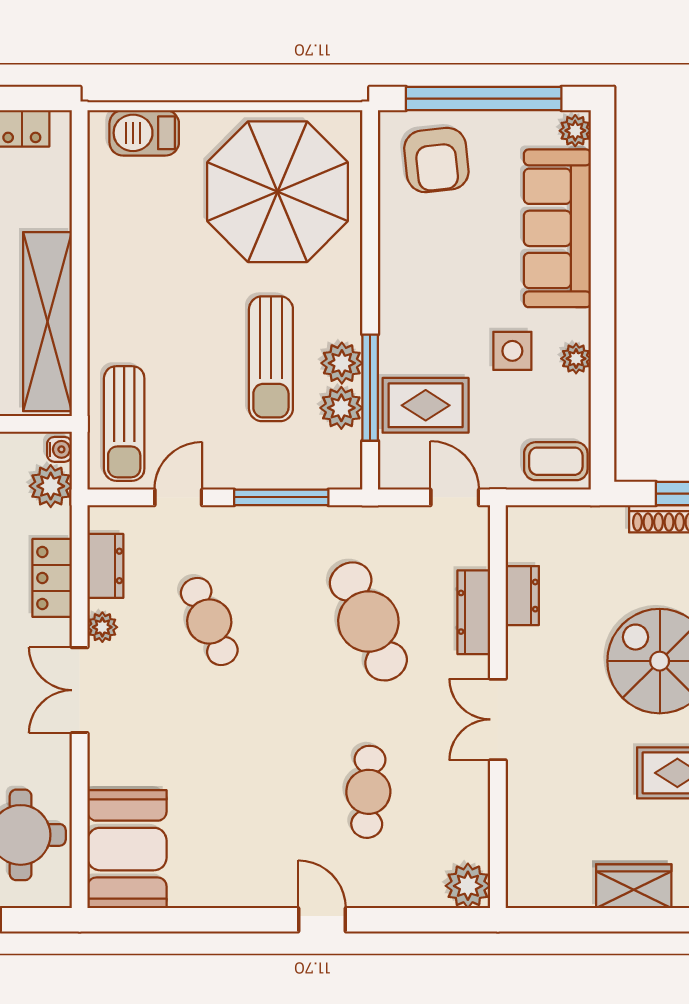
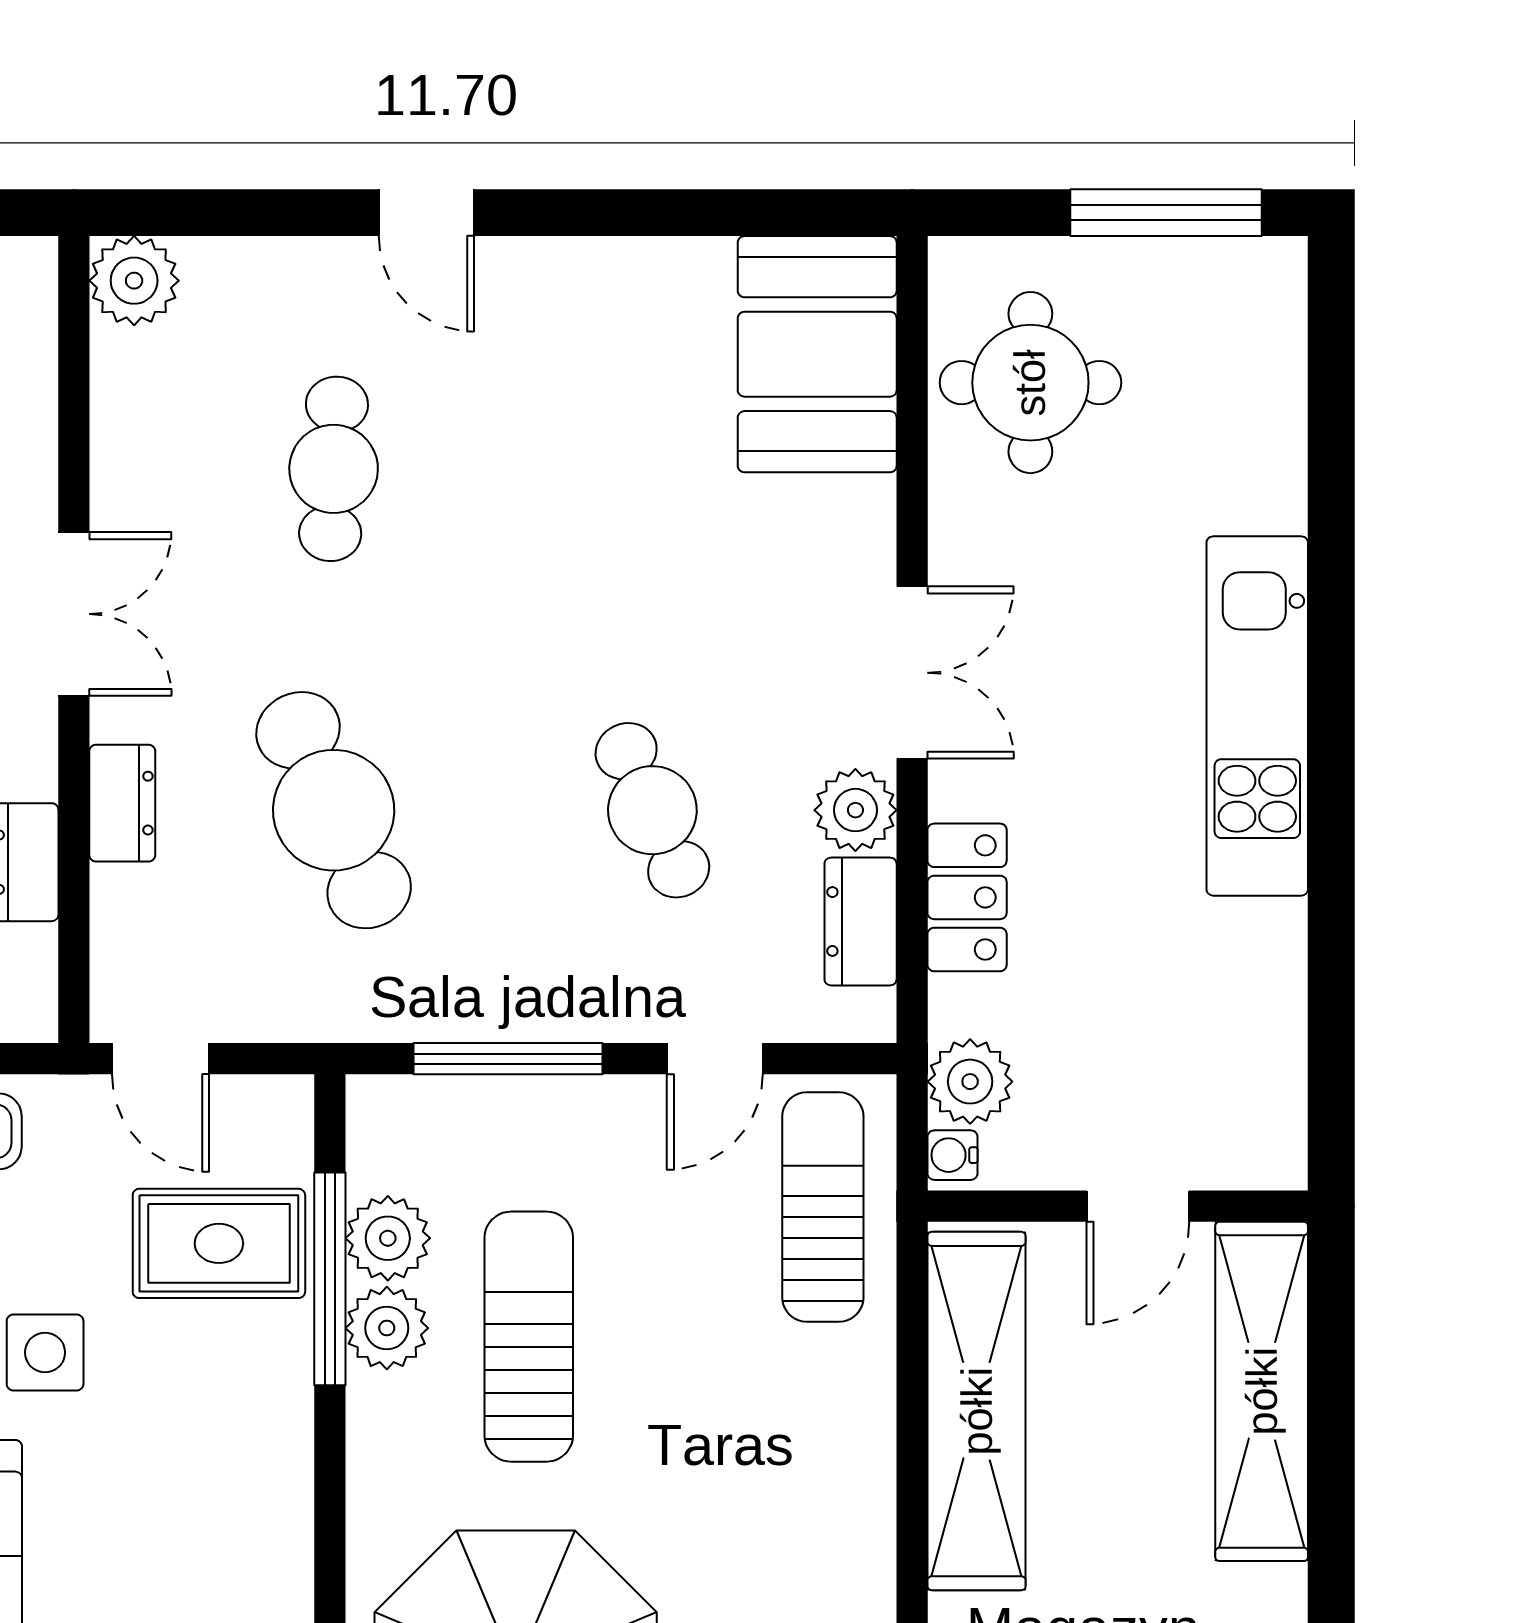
dresser: (474, 612) -> (122, 803), width x0.70
plant: (102, 627) -> (855, 810), width x1.38, depth x1.38

